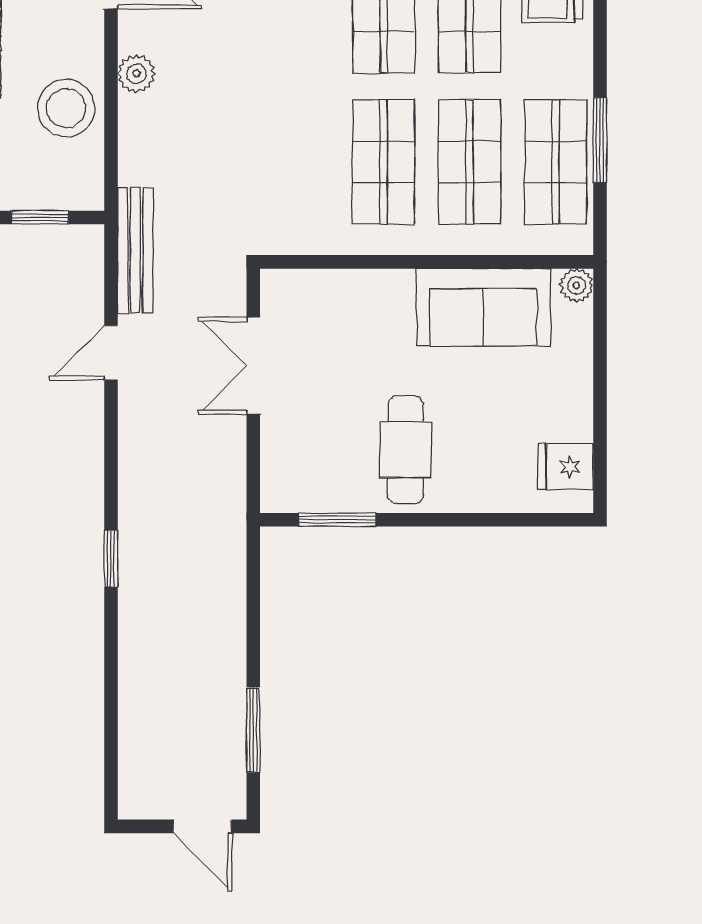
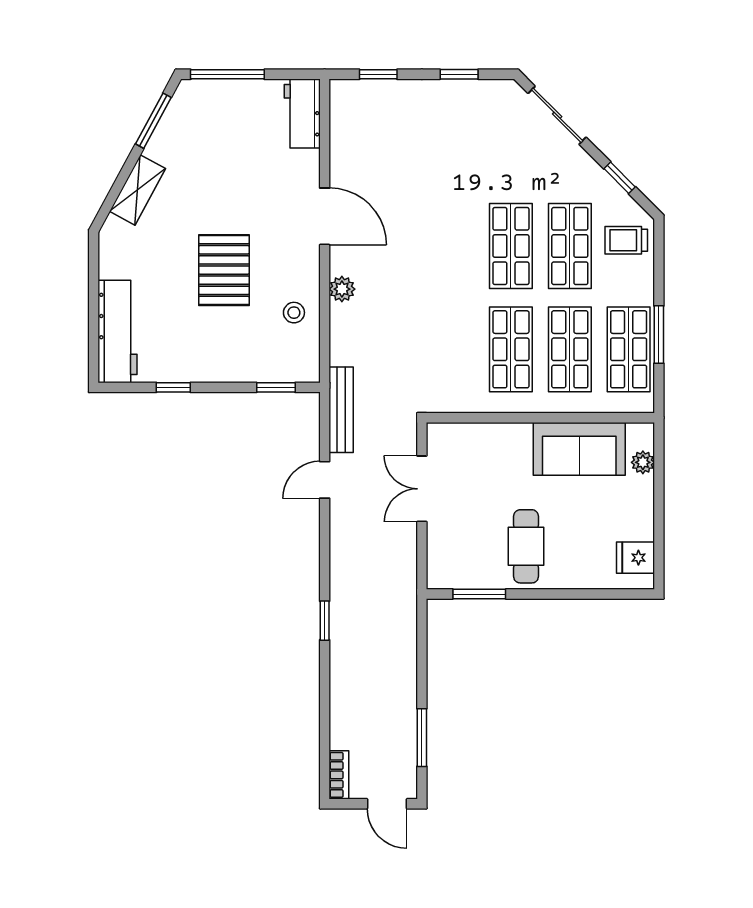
stool: (66, 108) -> (294, 313), width x0.53, depth x0.53
plant: (576, 285) -> (643, 462), moved
bookcase: (132, 784) -> (339, 775), added

